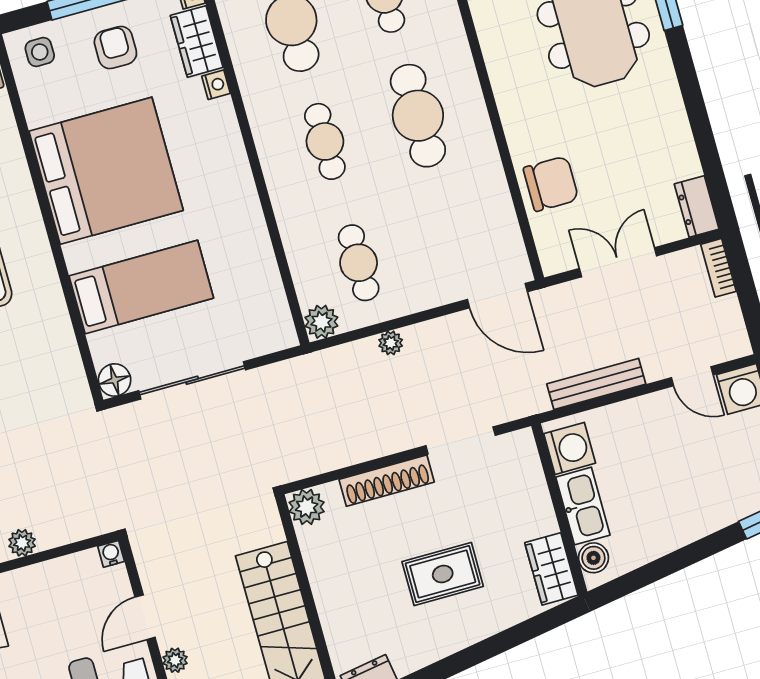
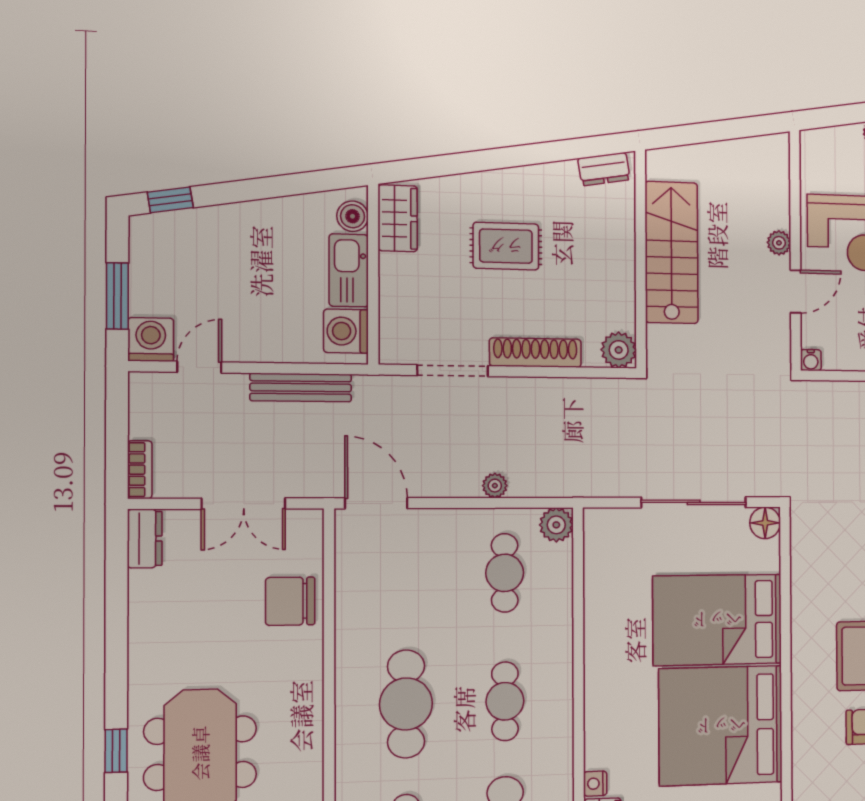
bed: (141, 287) -> (717, 620), width x1.50
door: (692, 376) -> (199, 367), hinge flipped

